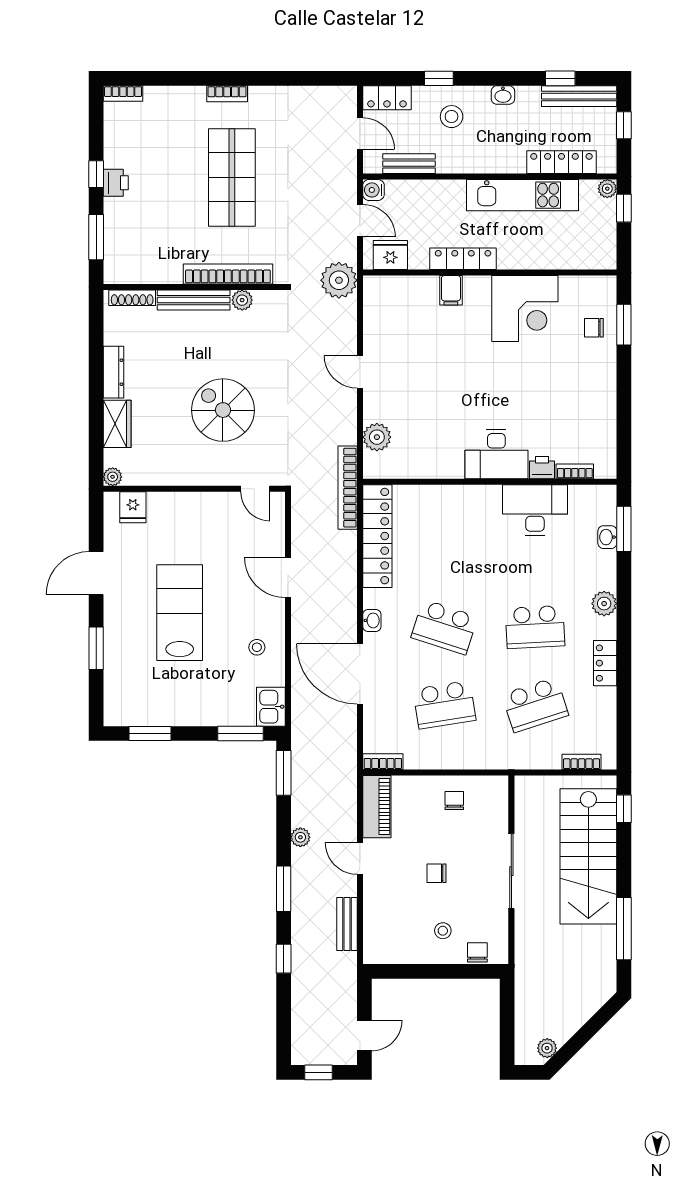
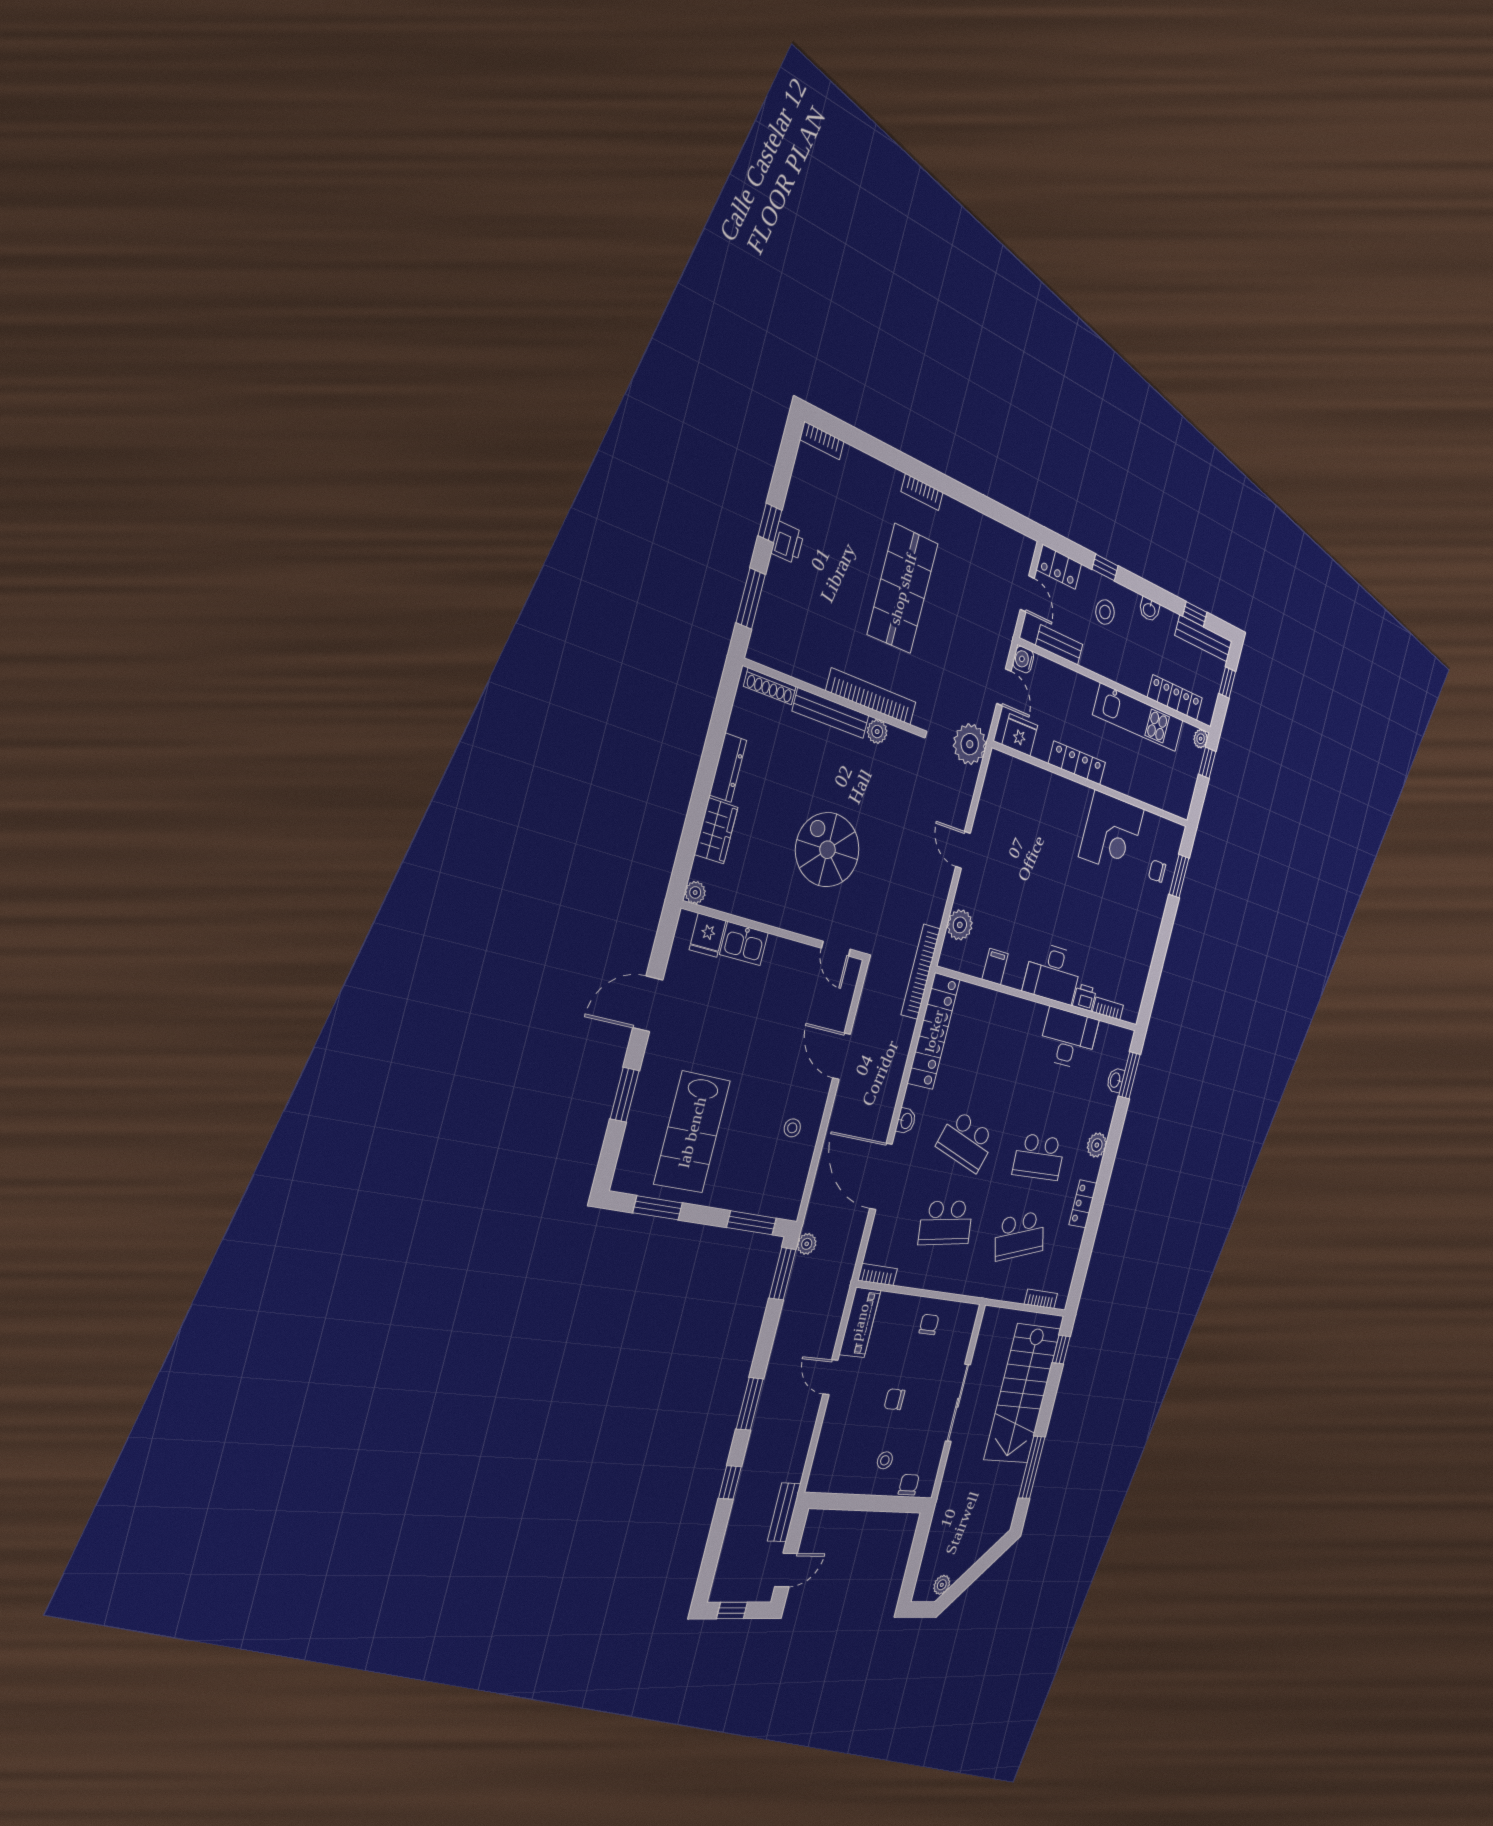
filing cabinet: (451, 290) -> (995, 966), moved, turned 180
lab bench: (180, 613) -> (692, 1132), moved, turned 180
kitchen sink: (271, 707) -> (744, 944), moved, turned -90
plant: (300, 837) -> (807, 1244), moved
bench: (347, 924) -> (784, 1512), moved

